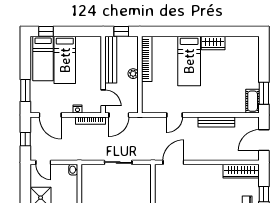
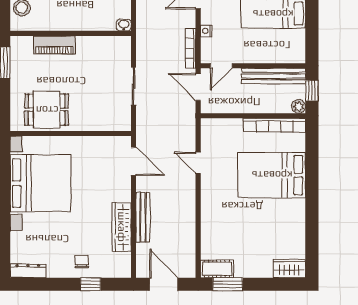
wardrobe: (213, 43) -> (289, 269), moved, turned 90
bed: (189, 61) -> (272, 175), width x1.50
plant: (133, 74) -> (299, 106), moved
bench: (216, 122) -> (143, 217), moved
wardrobe: (241, 171) -> (122, 227), moved

